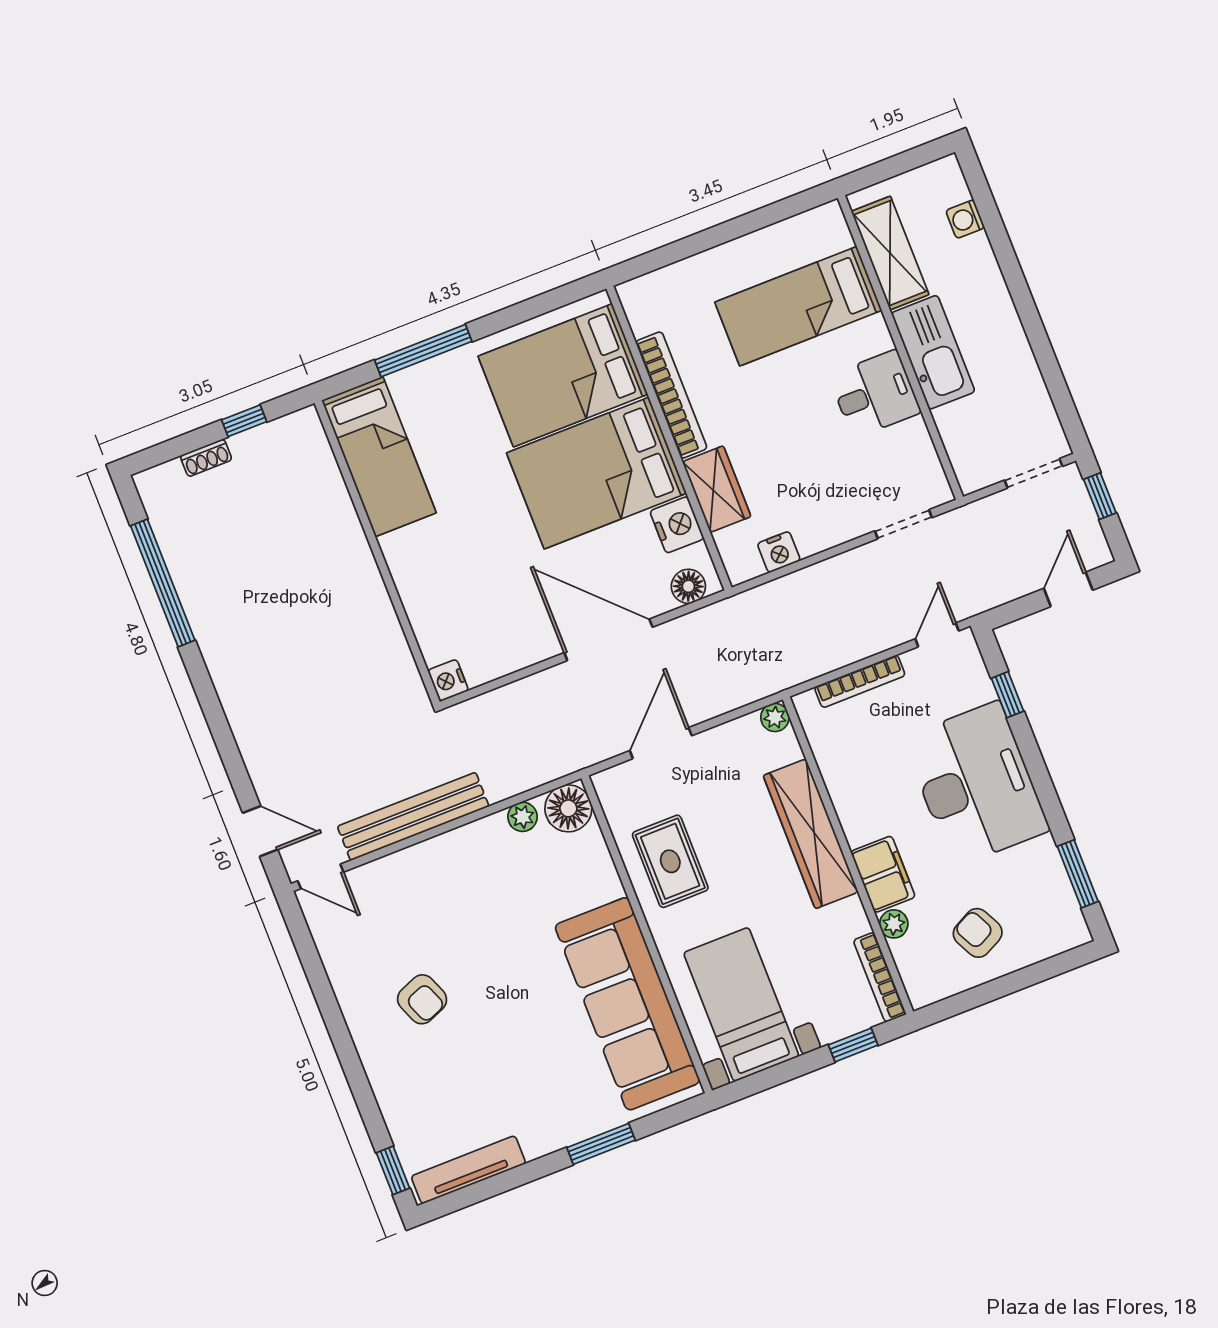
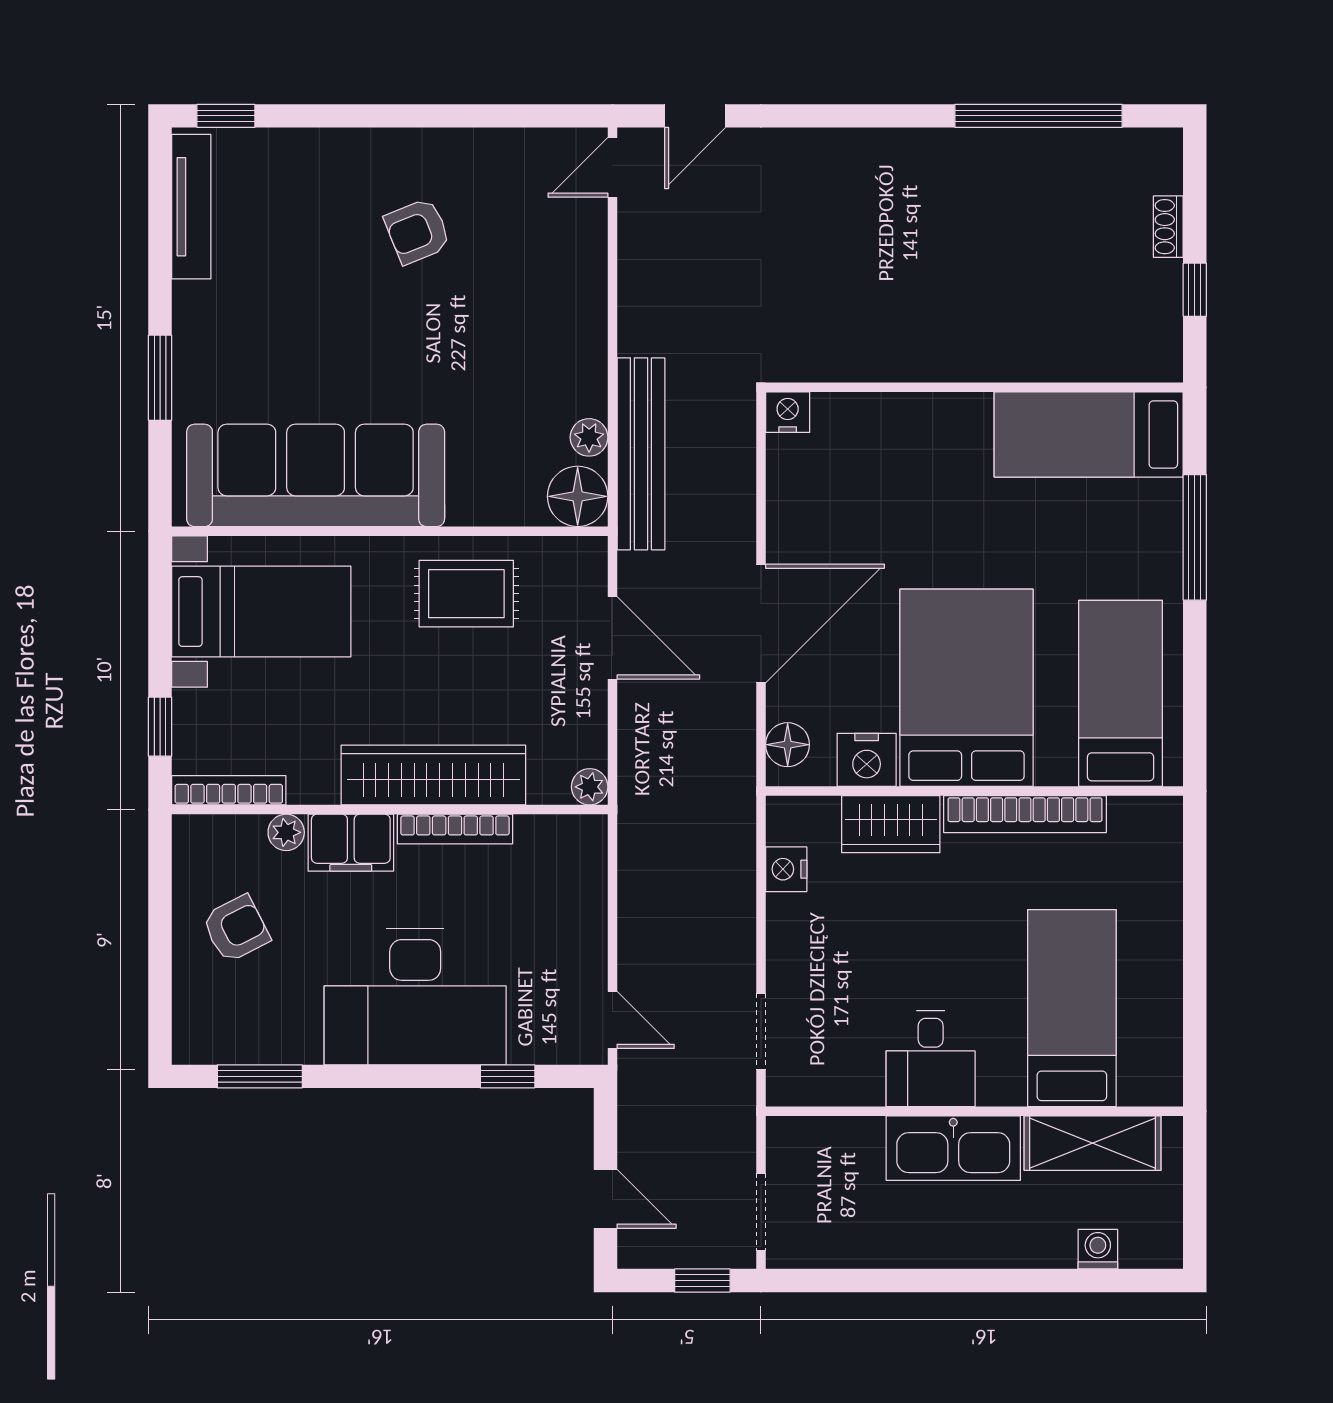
bed: (563, 375) -> (1121, 693), width x0.67
bookcase: (860, 681) -> (455, 829), moved, turned -90
bench: (413, 816) -> (641, 454), moved

